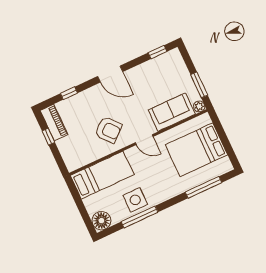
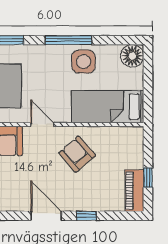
window: (69, 93) -> (86, 216), moved
window: (140, 217) -> (68, 40), moved

